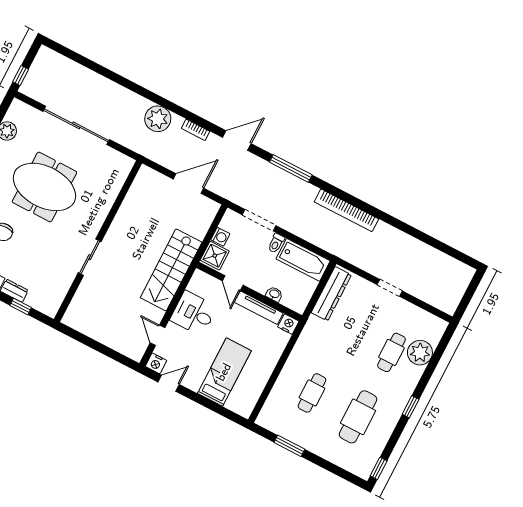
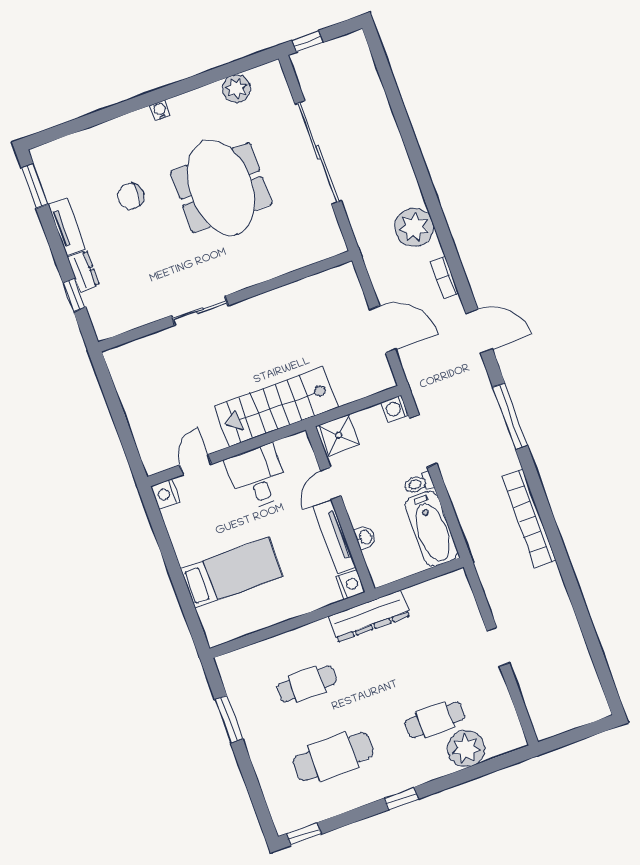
washing machine: (220, 237) -> (395, 409), moved, turned 90
dresser: (331, 294) -> (369, 616), moved
door: (169, 383) -> (159, 529), removed

